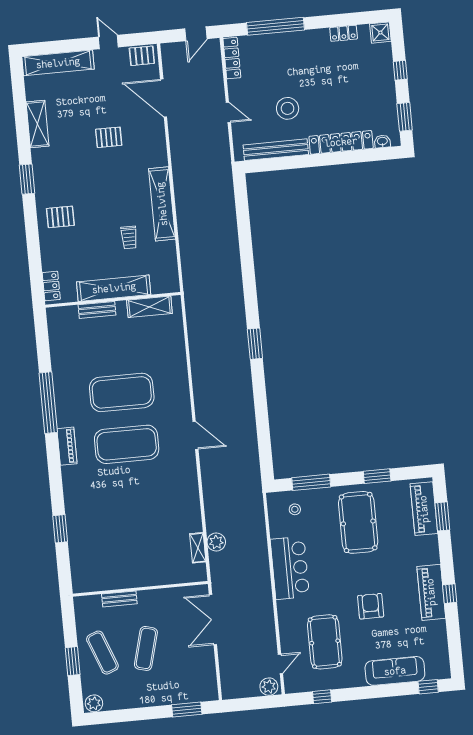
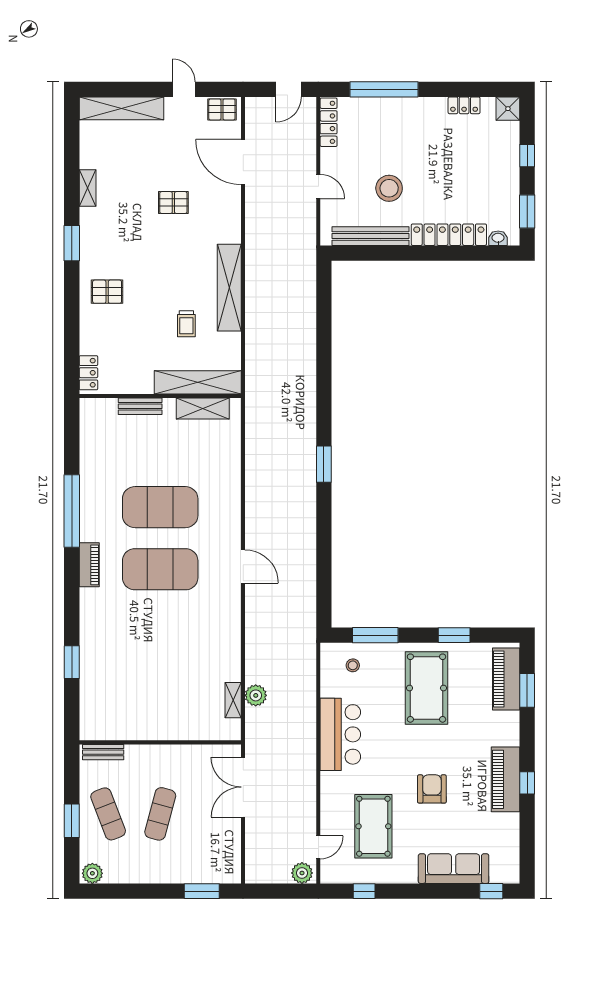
shelving: (37, 124) -> (88, 188), width x0.67, depth x0.75
shelving: (114, 288) -> (198, 382), moved
bench: (119, 599) -> (103, 752), moved

